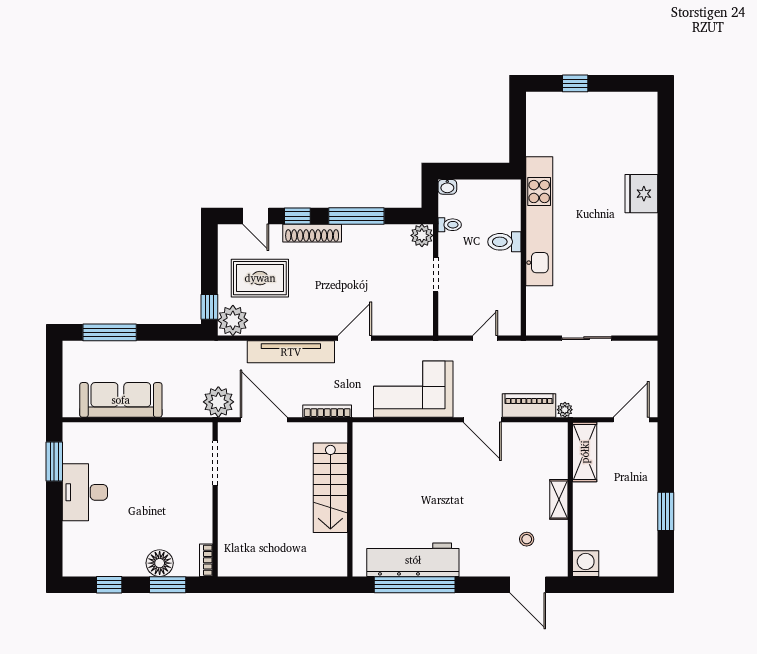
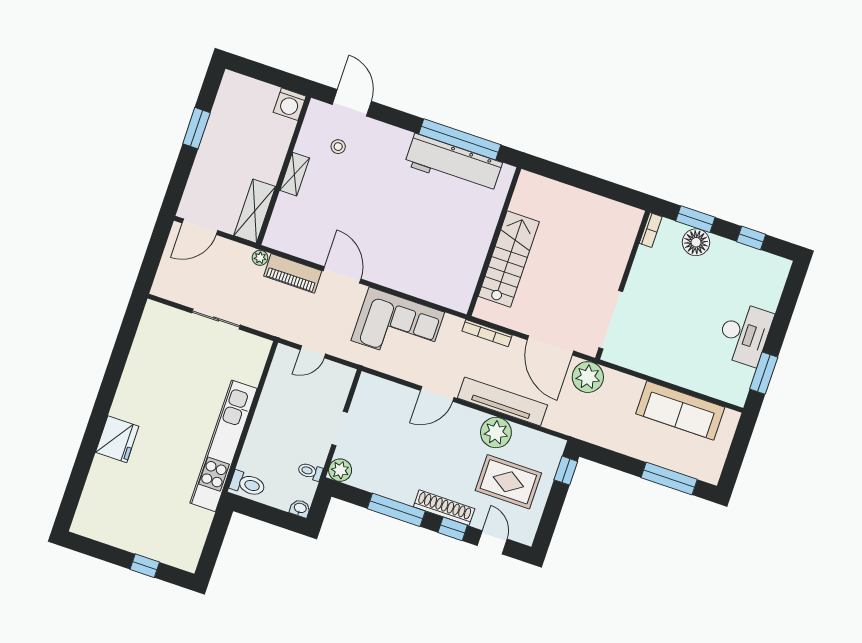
toilet: (504, 242) -> (248, 484), moved
plant: (233, 320) -> (496, 433), moved
doorway: (215, 463) -> (611, 320), width x1.36

